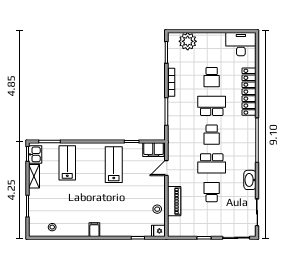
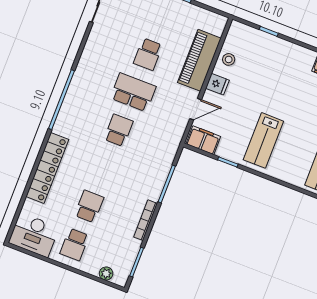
plant: (188, 41) -> (106, 274), width x0.53, depth x0.53
school desk: (212, 106) -> (74, 244), moved, width x0.54
washbasin: (250, 180) -> (91, 51), removed
piano: (174, 201) -> (199, 60), width x1.37, depth x1.33
fridge: (158, 231) -> (217, 84), moved

